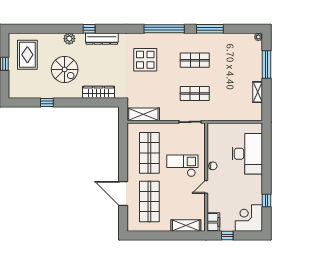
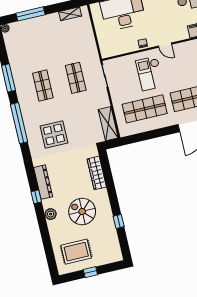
spiral stairs: (65, 69) -> (82, 212), turned -90
shelving: (258, 92) -> (70, 14), moved

